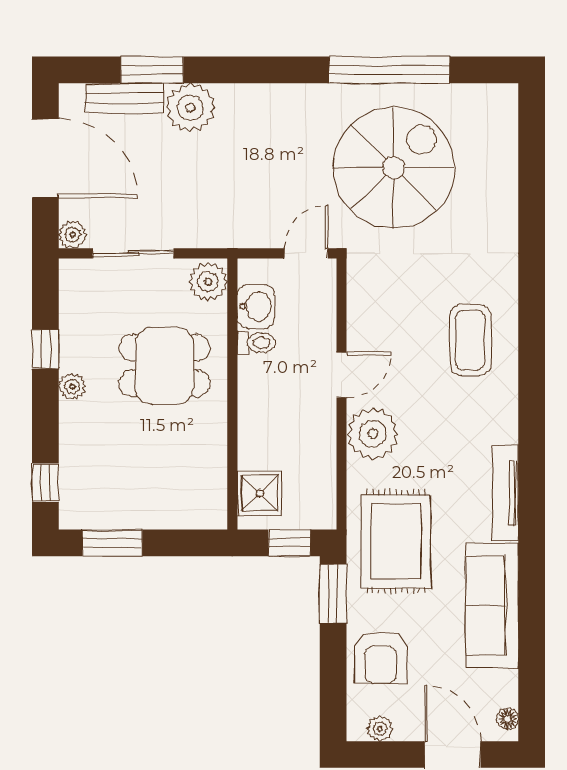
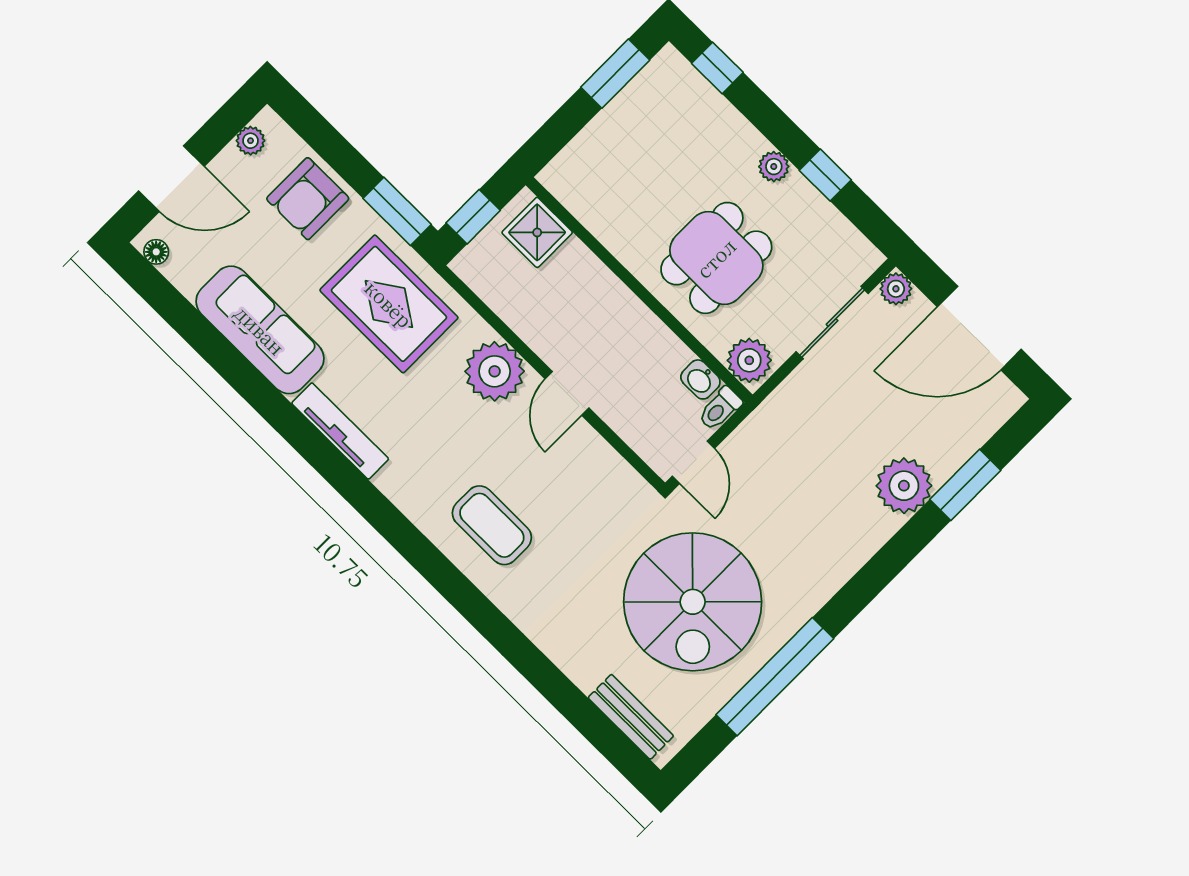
bench: (125, 98) -> (631, 717), moved, turned 90
washbasin: (256, 306) -> (700, 379), width x0.72, depth x0.69
toilet: (256, 343) -> (720, 409), moved
armchair: (381, 657) -> (308, 199), turned -90

